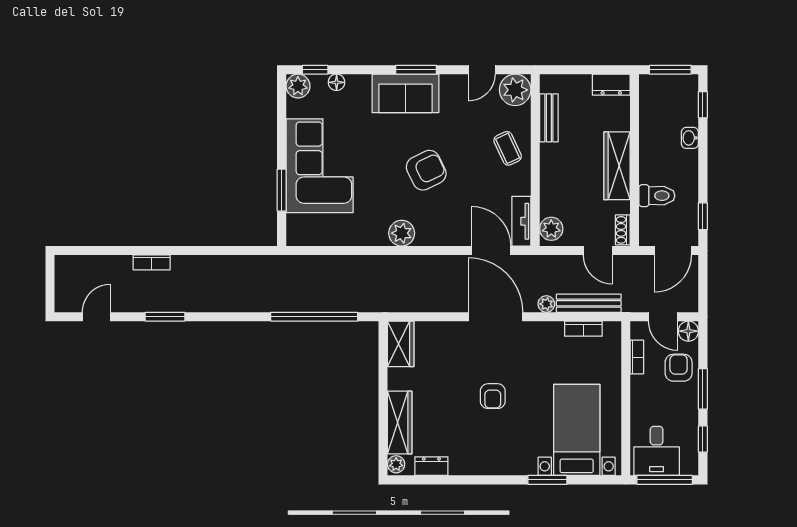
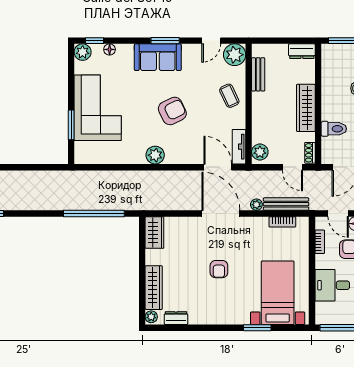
desk: (657, 451) -> (332, 285), moved, turned 90

